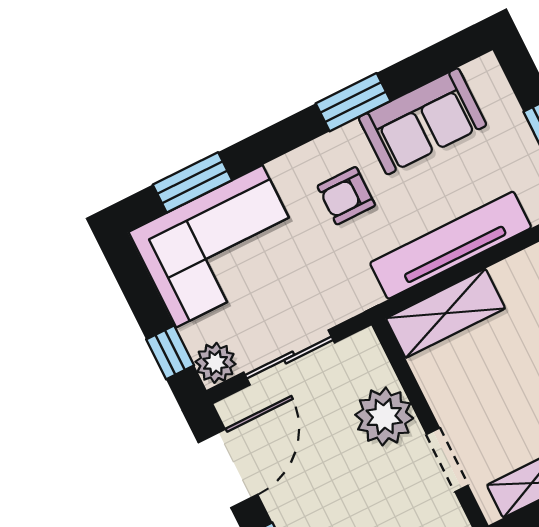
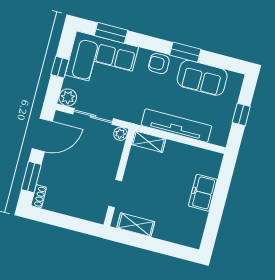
armchair: (346, 196) -> (159, 64), moved
shelving: (445, 313) -> (149, 142), width x0.67, depth x0.75
window: (170, 352) -> (60, 67), moved
plant: (384, 416) -> (120, 134), moved, width x0.53, depth x0.53

